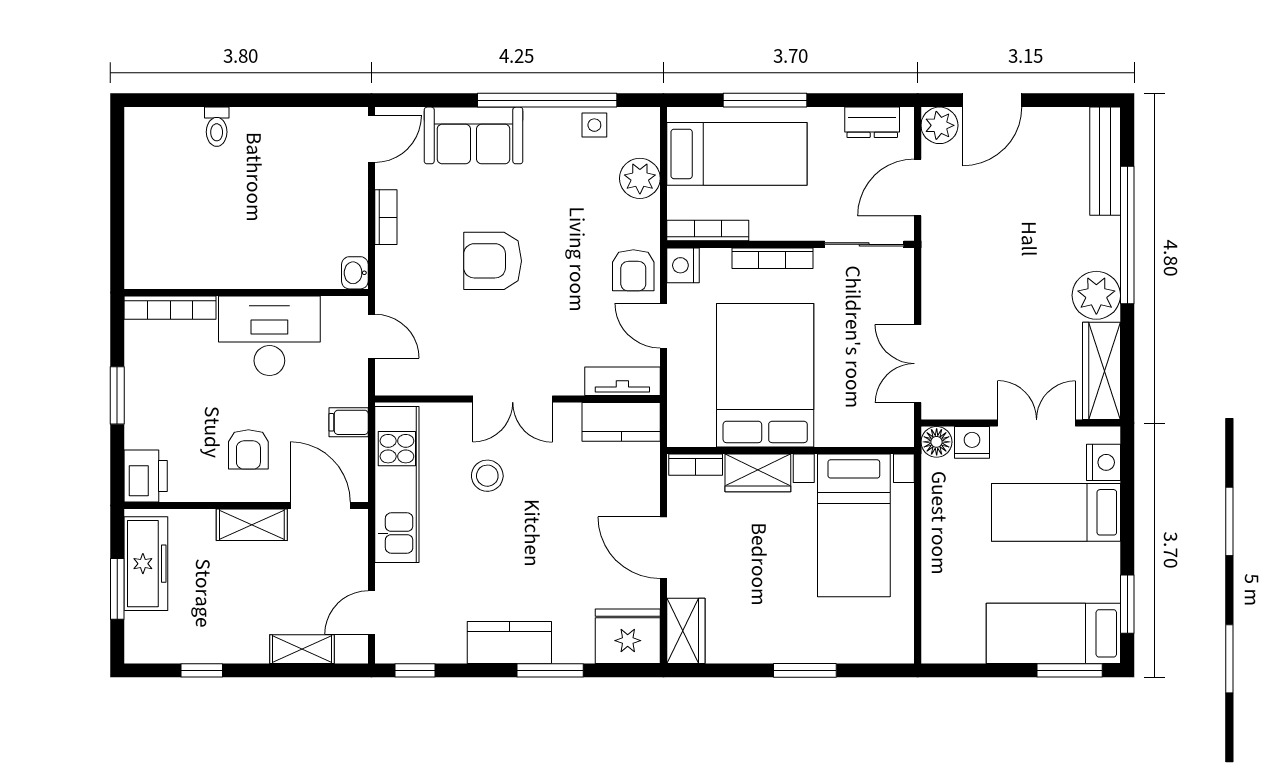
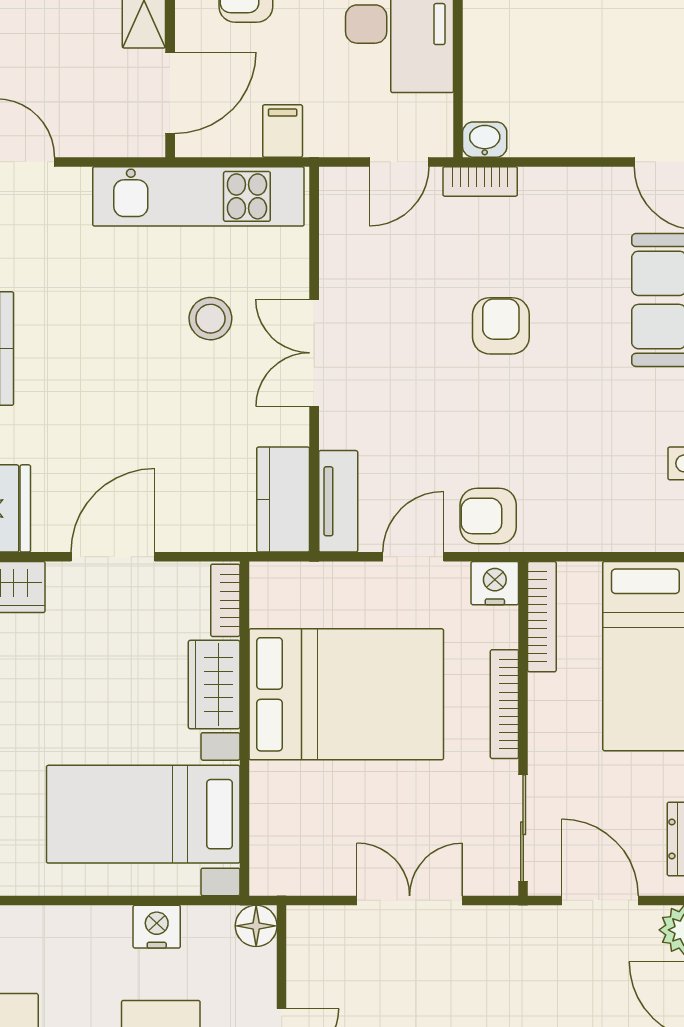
plant: (640, 178) -> (612, 525), removed
bookcase: (386, 217) -> (480, 181), moved
armchair: (493, 261) -> (501, 326), width x0.72, depth x0.72
double door: (918, 364) -> (410, 900), moved
nightstand: (972, 442) -> (157, 927), moved, turned -90

